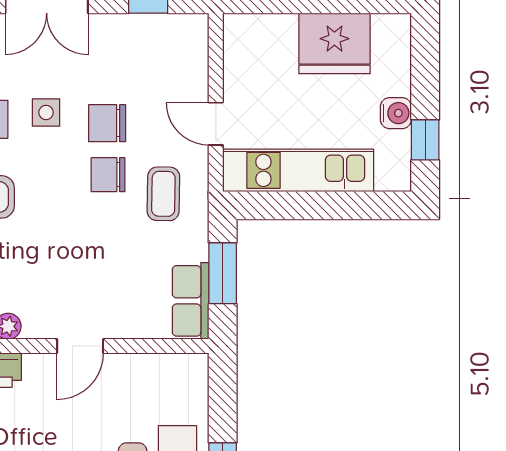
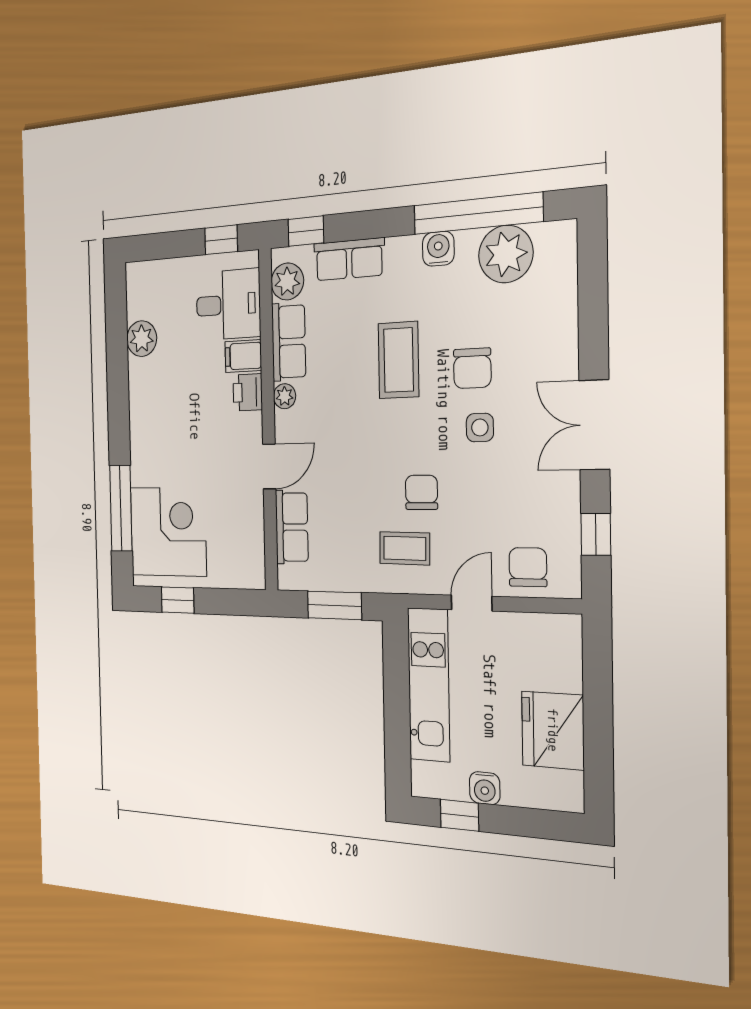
chair: (107, 123) -> (528, 567), moved
row of seats: (191, 301) -> (292, 527), moved, turned 90
door: (80, 346) -> (269, 466), swing flipped

